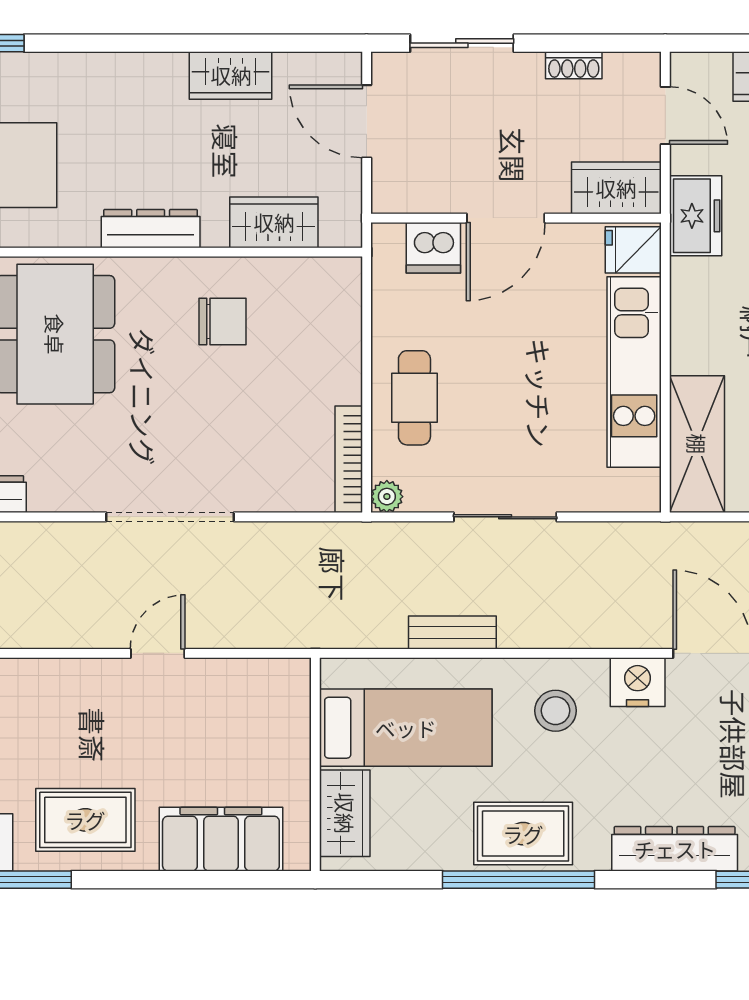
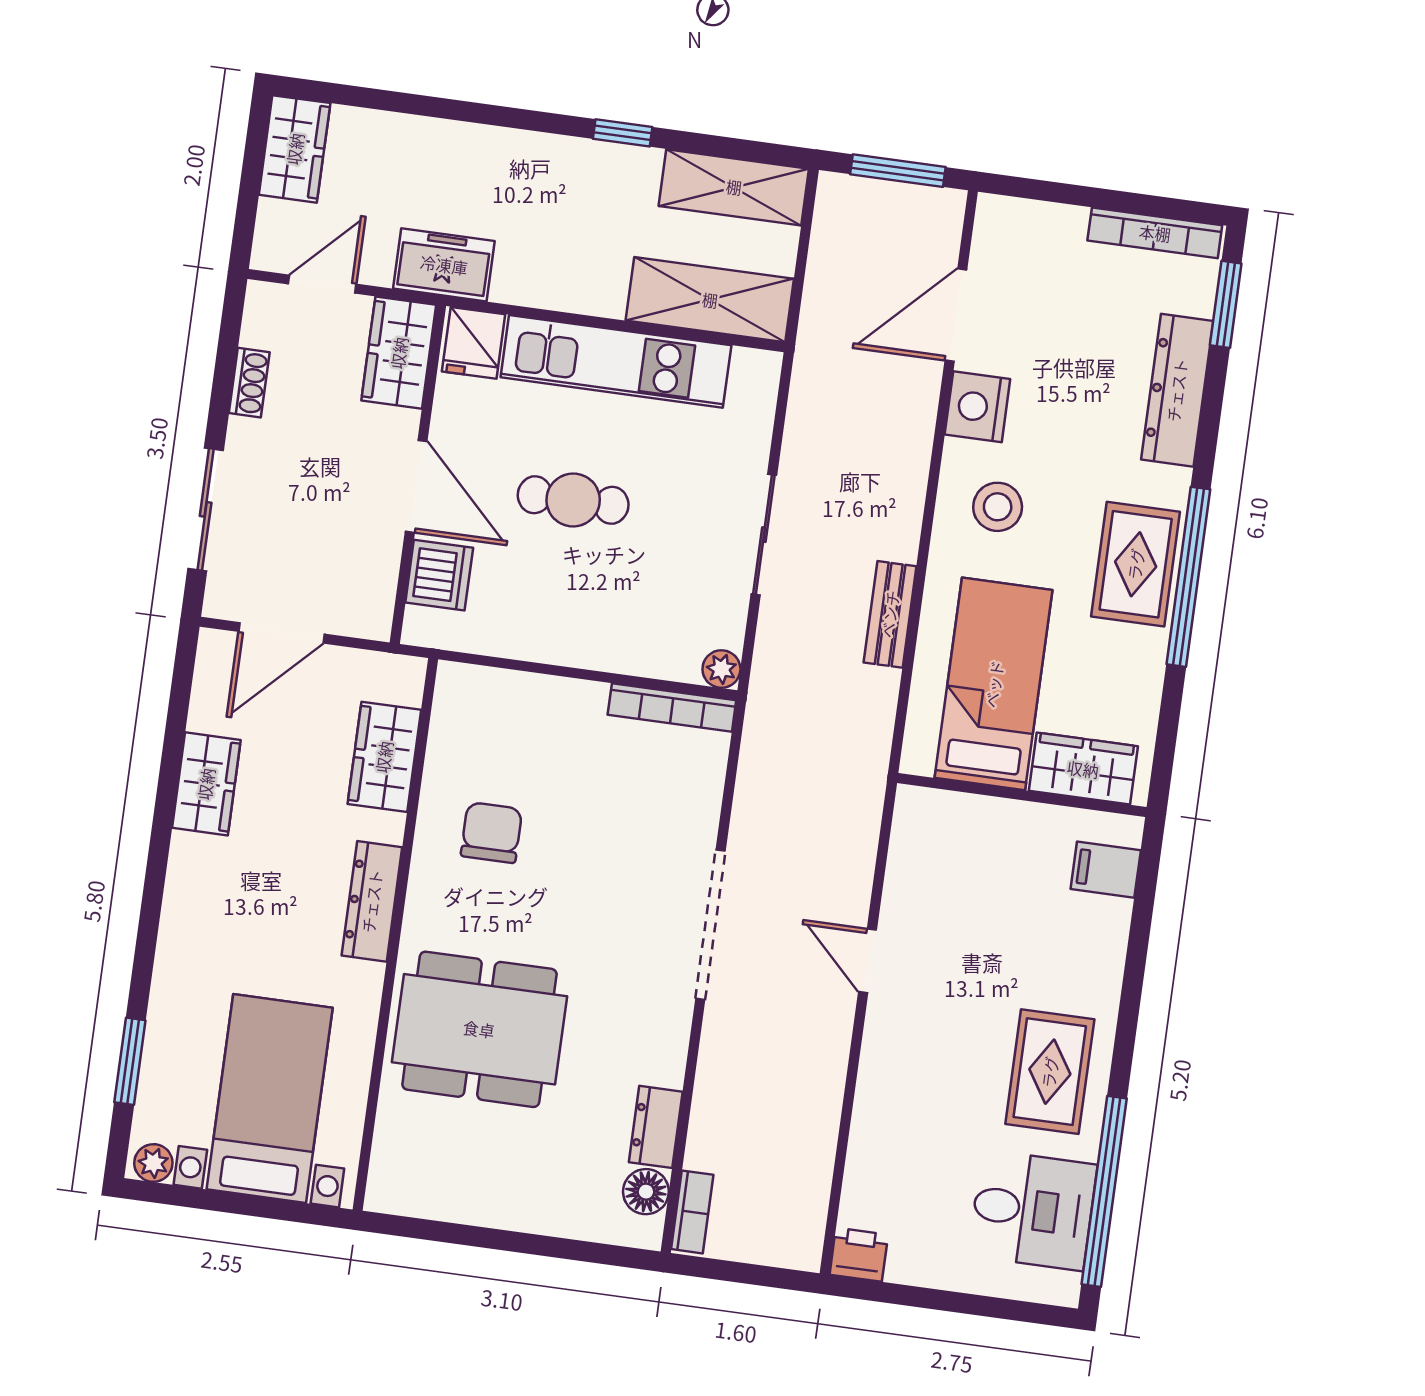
cafe table: (414, 398) -> (573, 500), moved
filing cabinet: (221, 839) -> (1106, 870), width x0.33, depth x0.86

